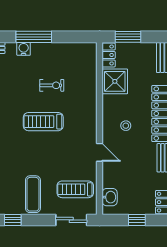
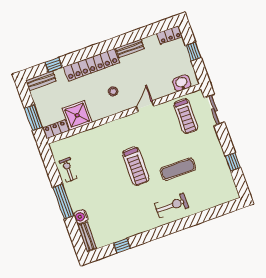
water cooler: (24, 49) -> (81, 217), moved
exercise bike: (52, 85) -> (68, 170), moved
exercise mat: (33, 194) -> (178, 169), moved

